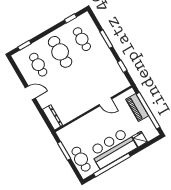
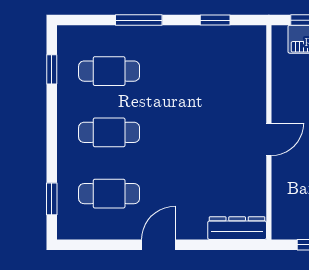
cafe table: (60, 52) -> (109, 132), width x0.73, depth x0.74
door: (105, 102) -> (269, 139), moved

